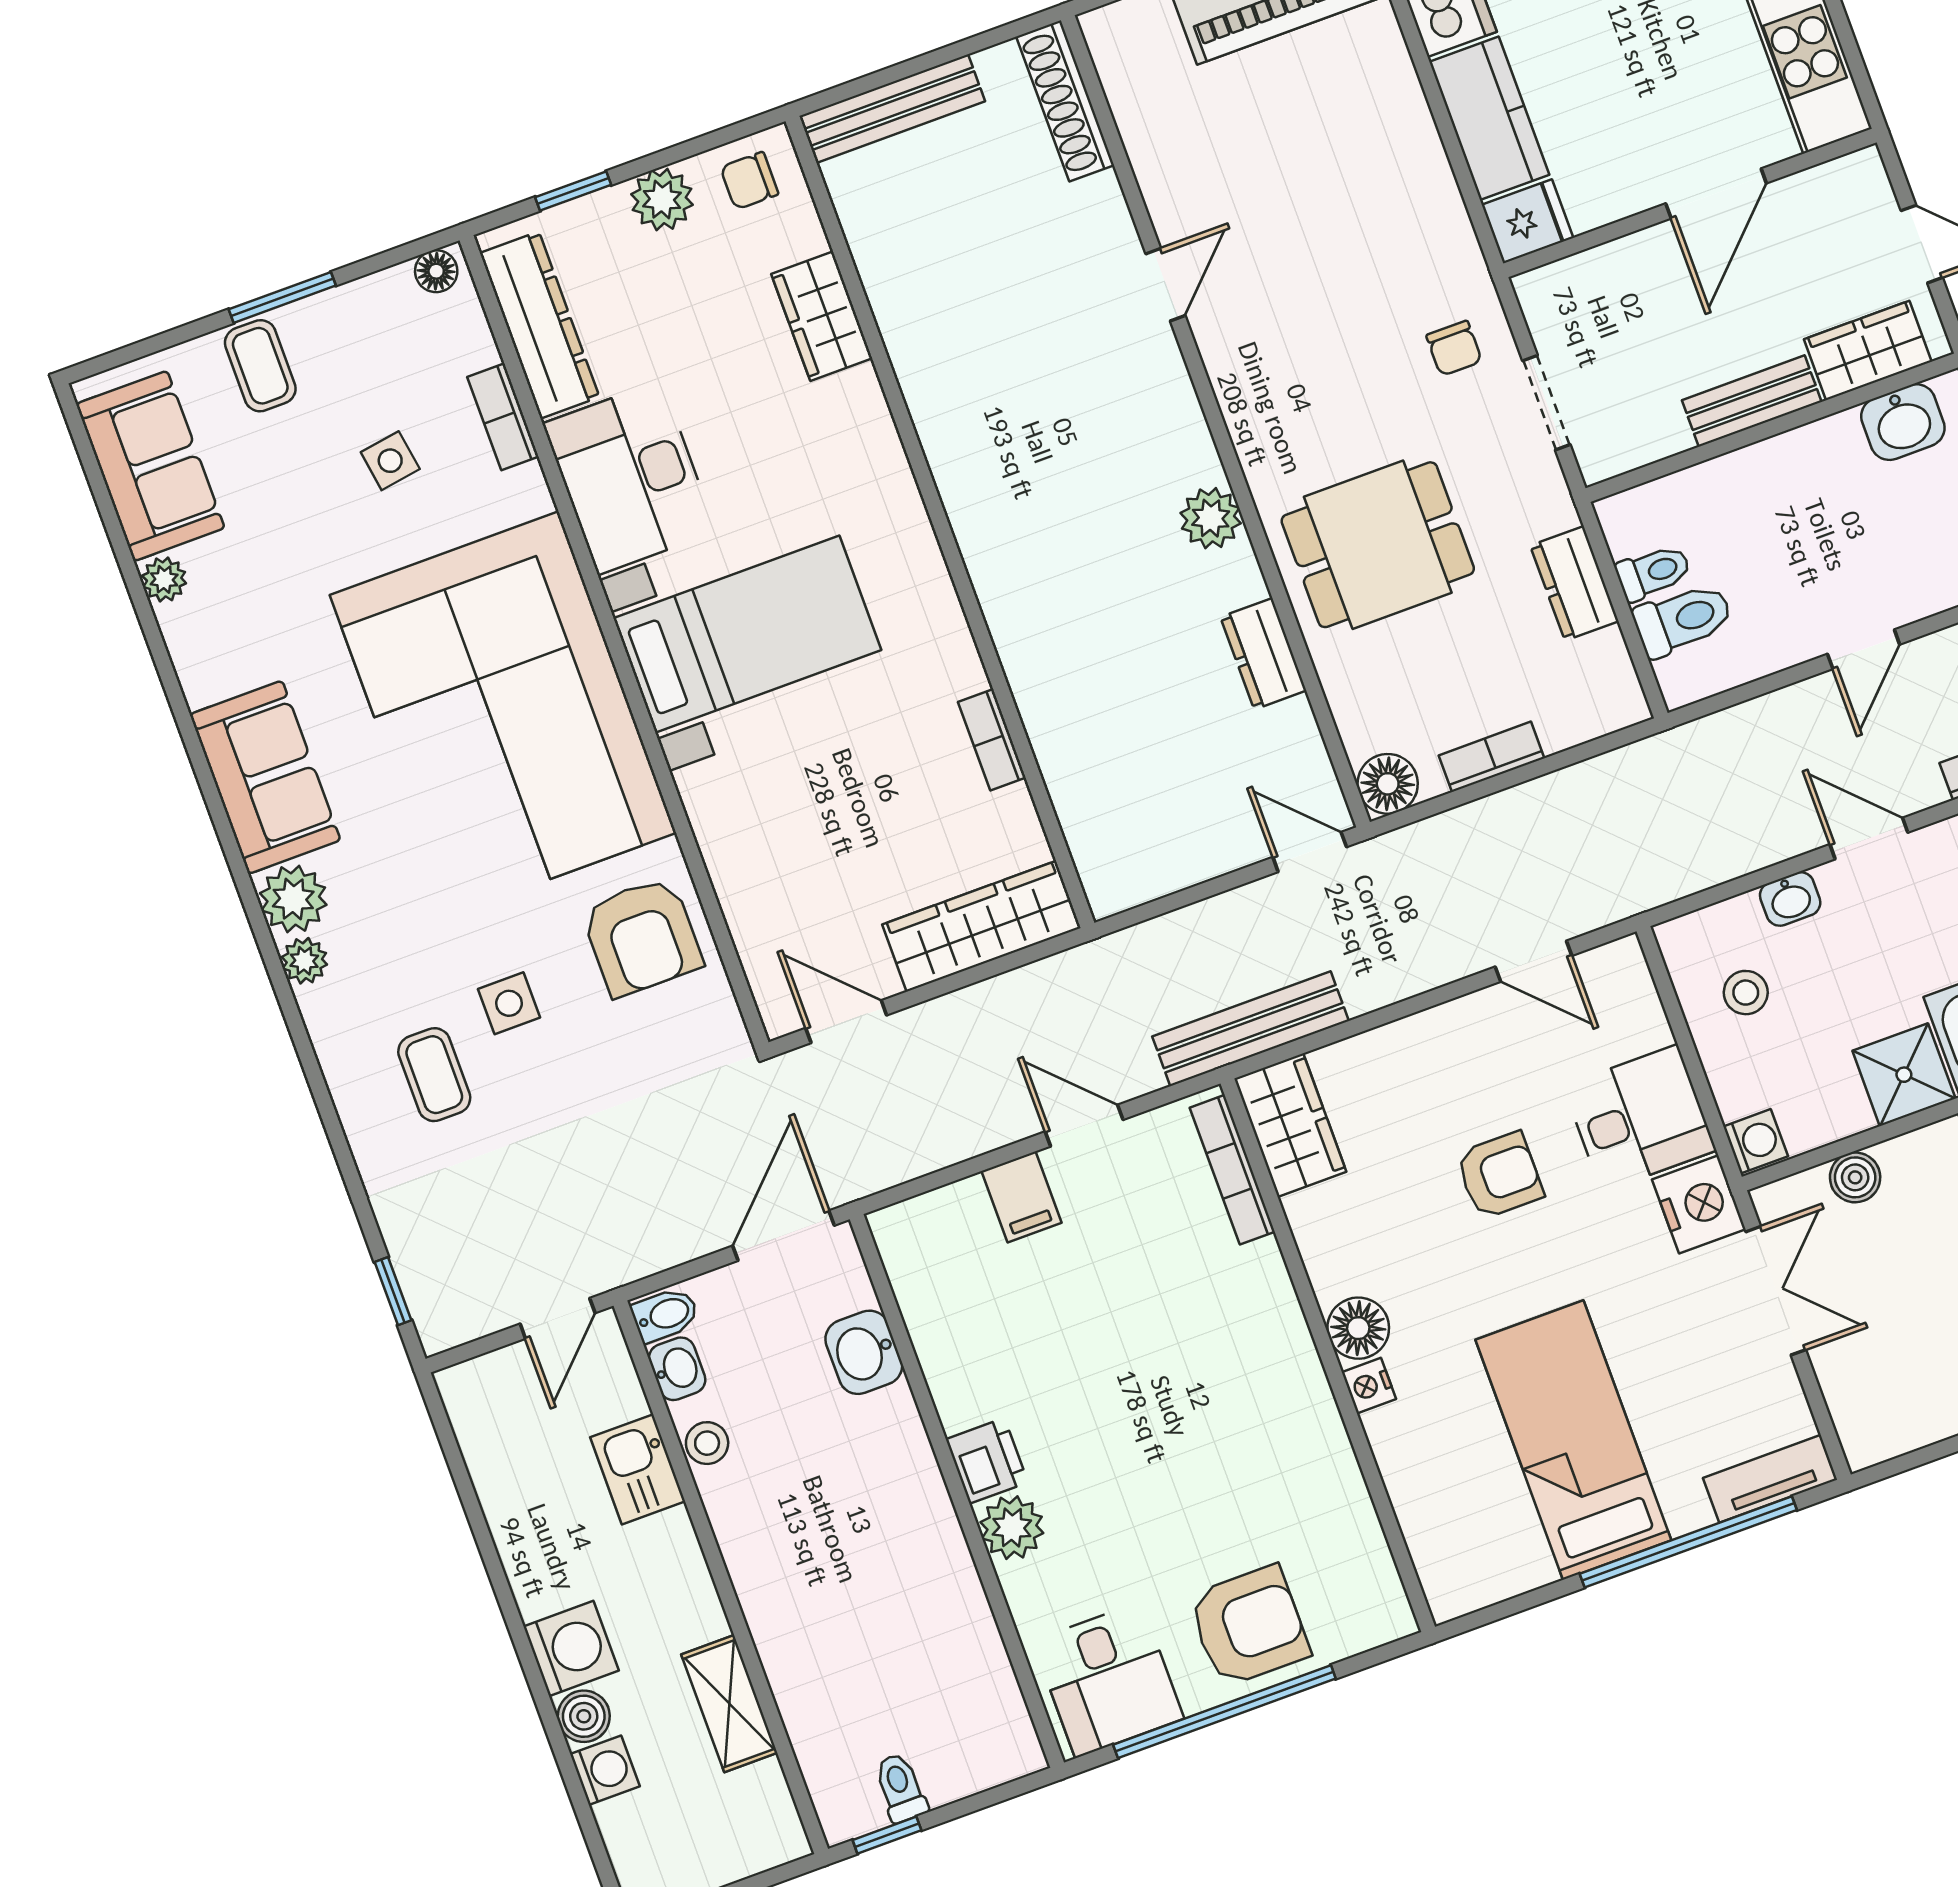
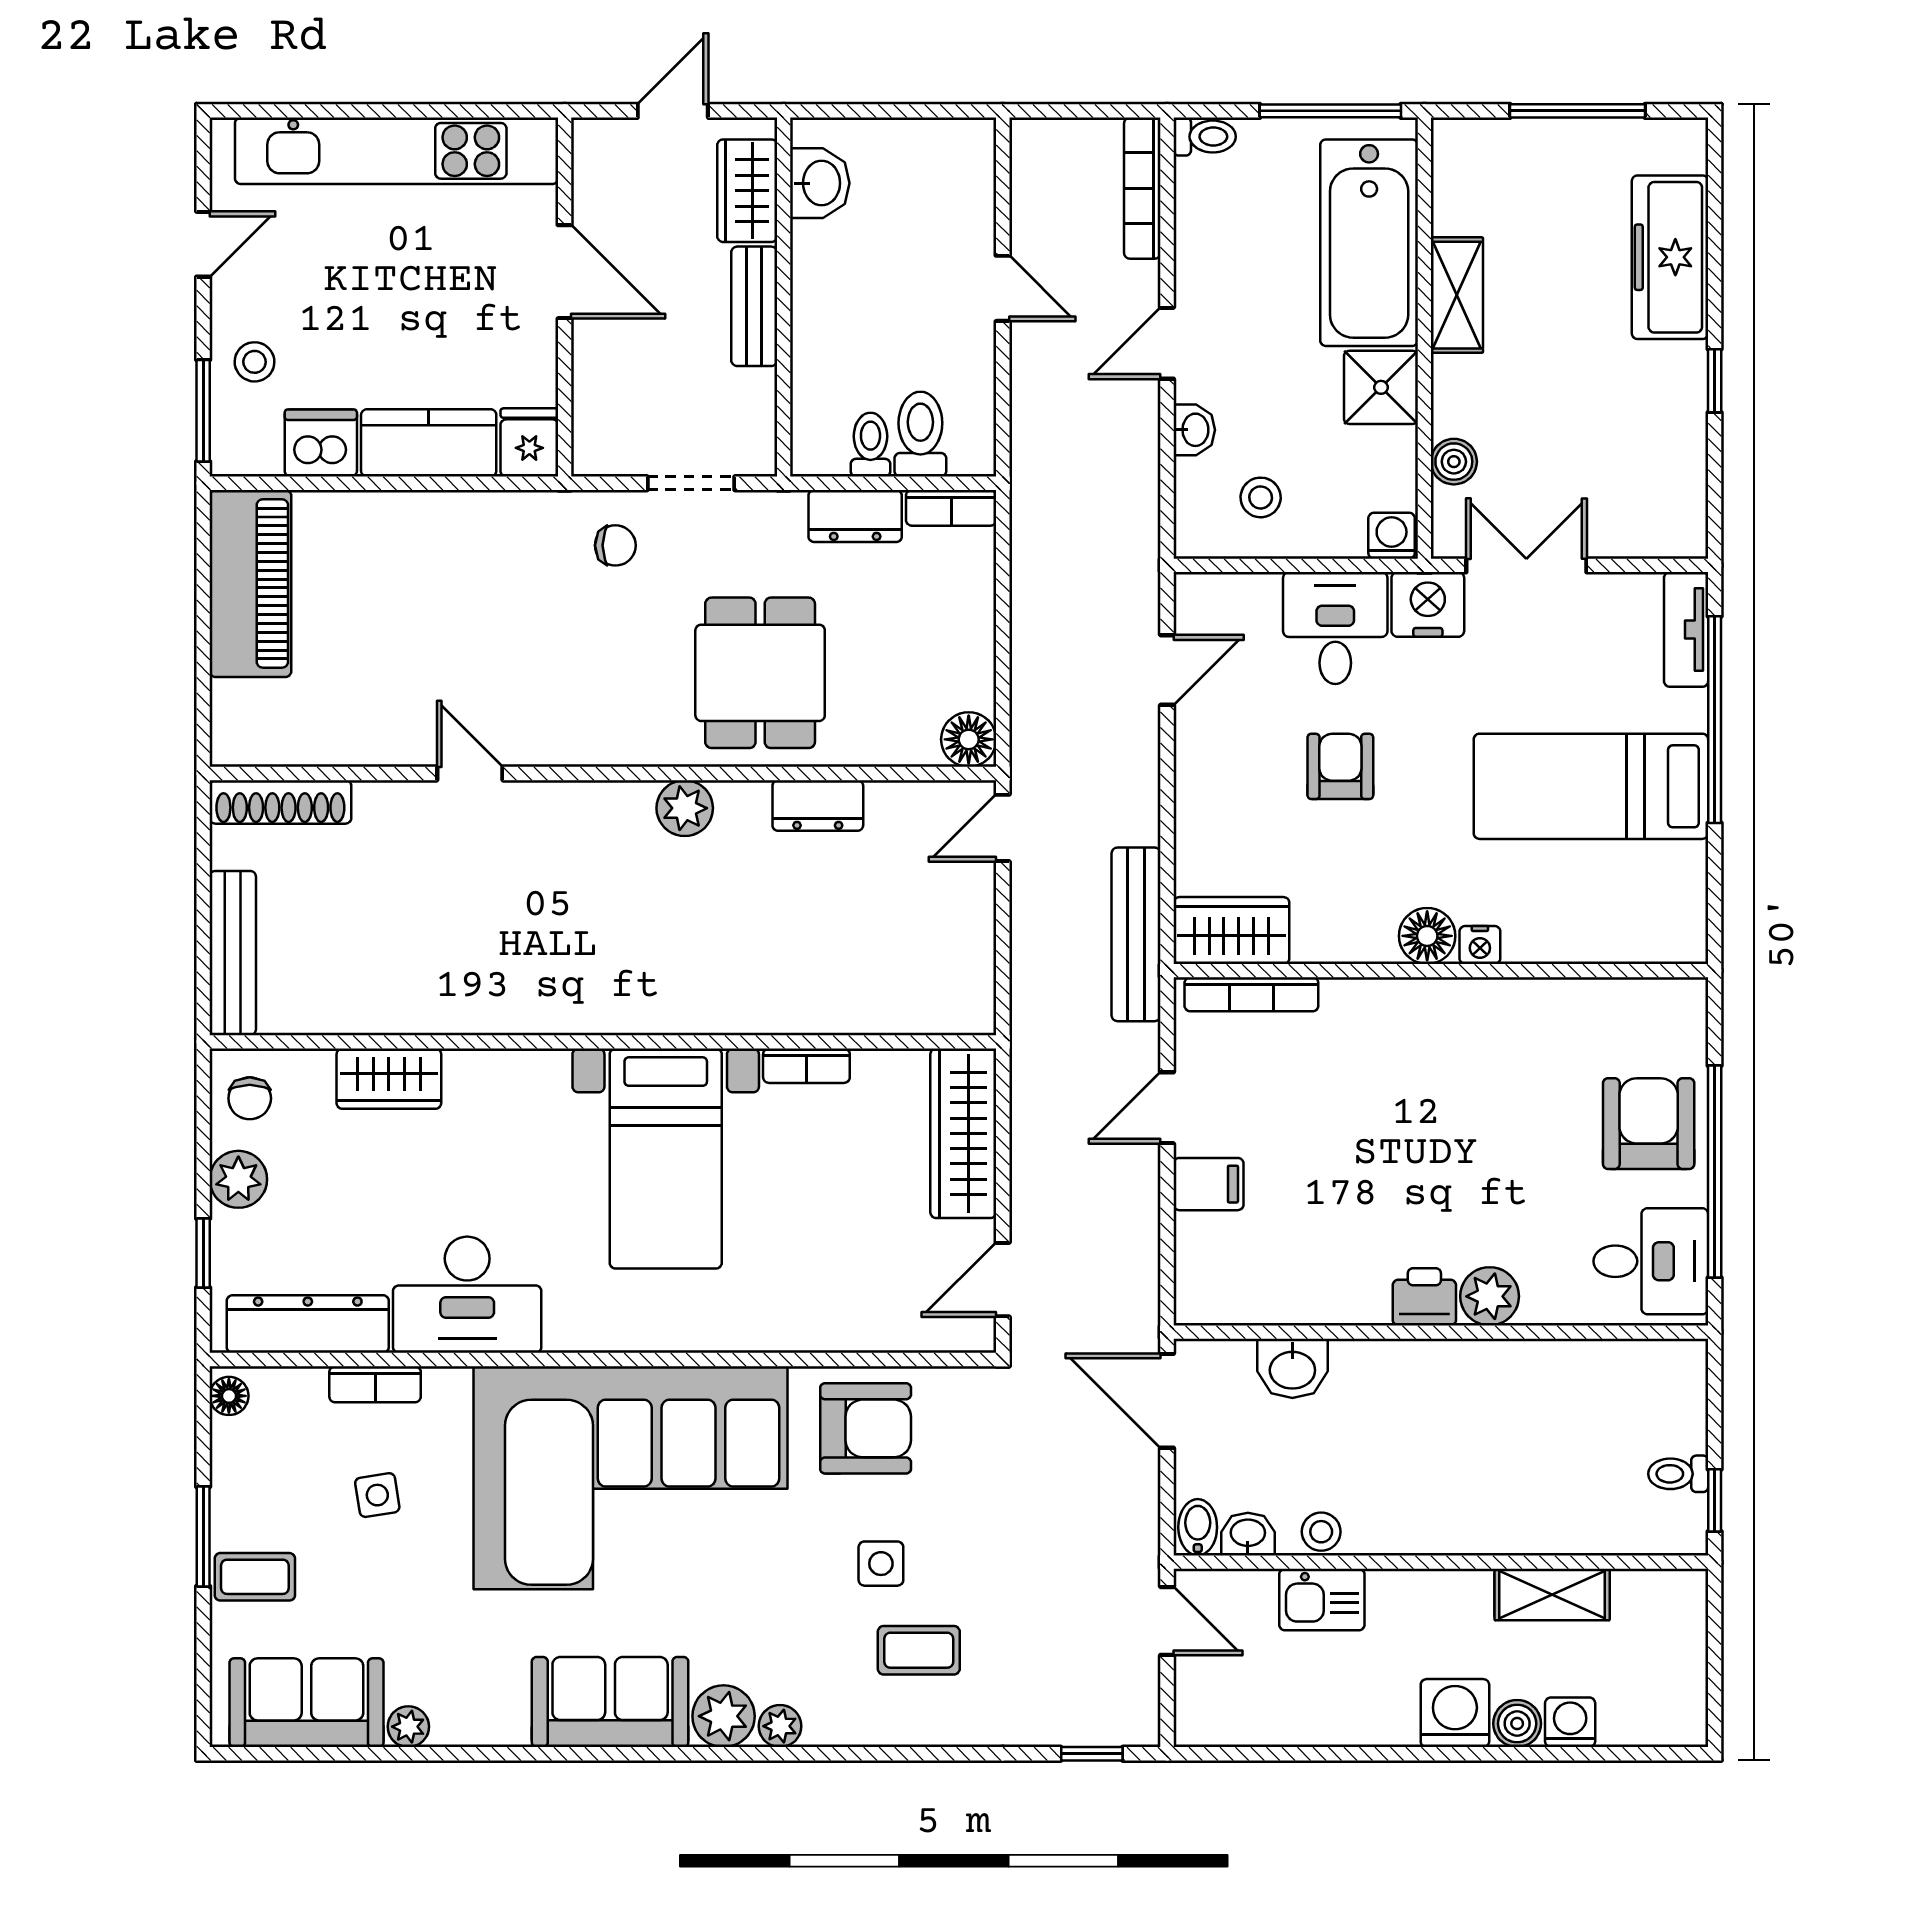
bed with nightstands: (747, 634) -> (666, 1159), moved, turned 180
bookcase: (1491, 757) -> (951, 508), moved, turned -90

